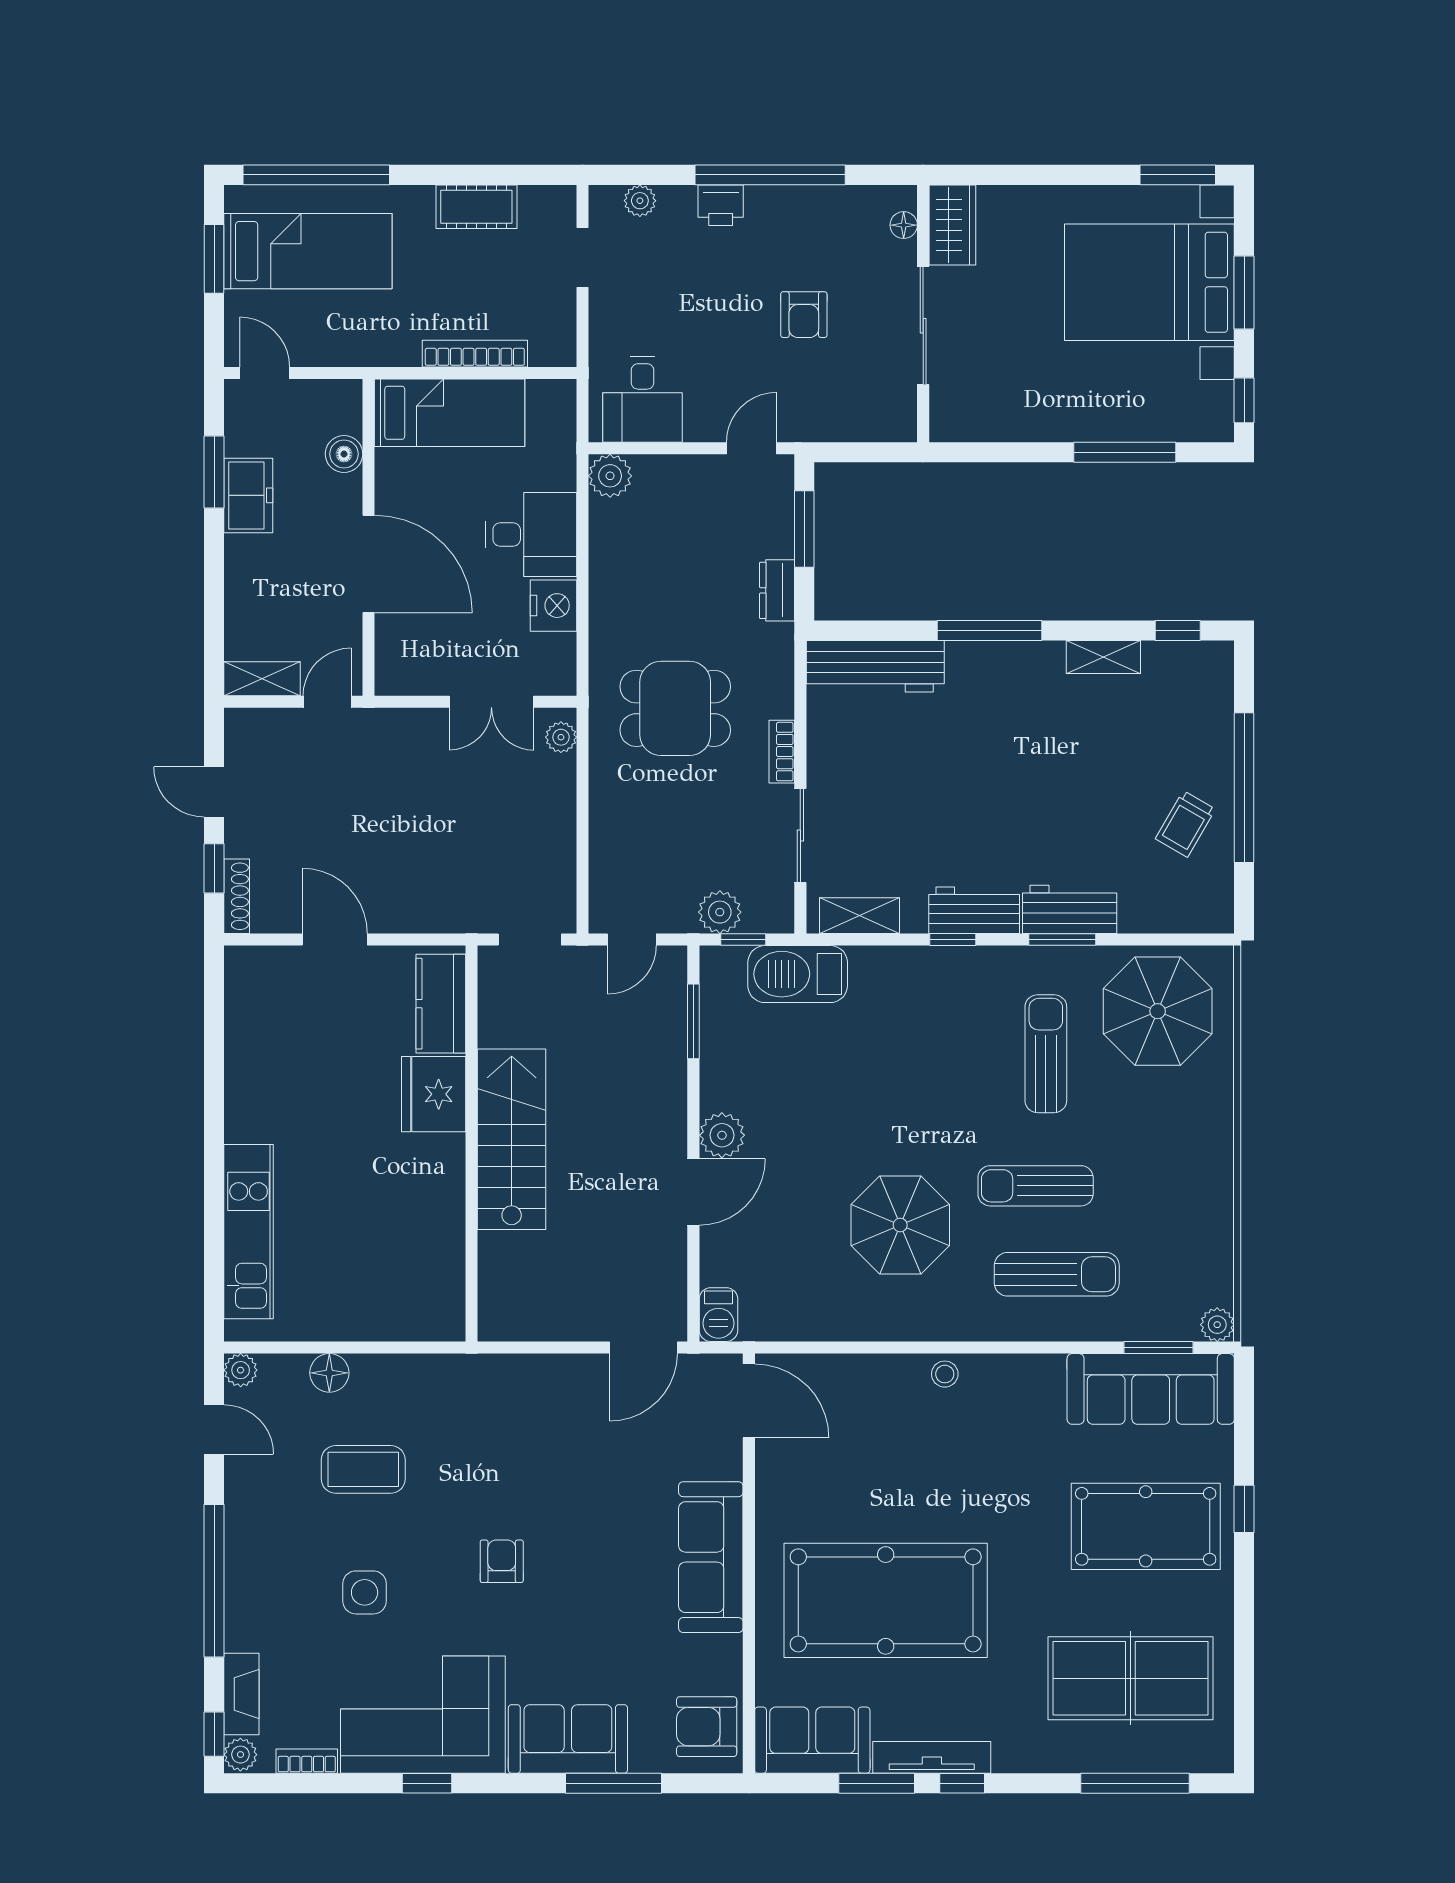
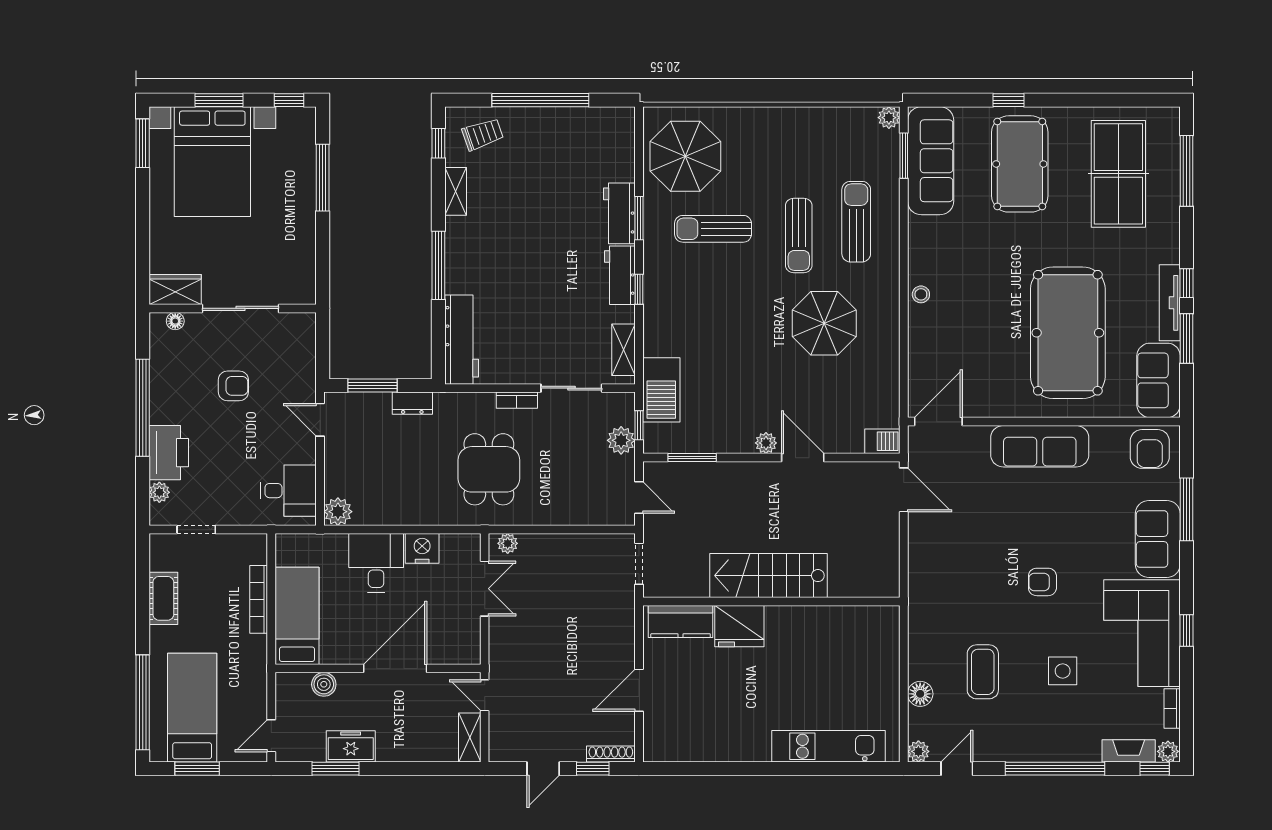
printer: (721, 205) -> (169, 453), width x1.87, depth x1.48
trolley: (1185, 824) -> (483, 134), moved, turned -49
plant: (722, 1135) -> (766, 443), width x0.73, depth x0.73

